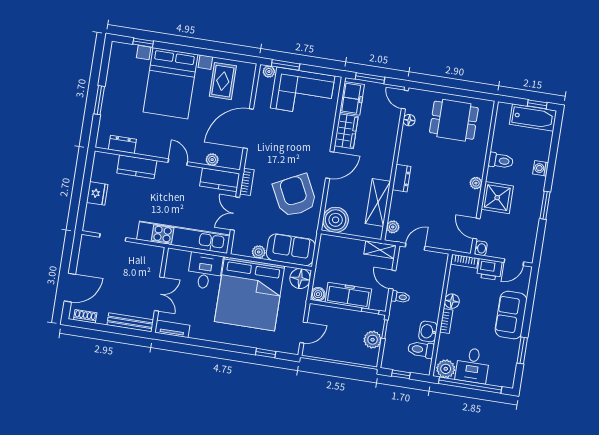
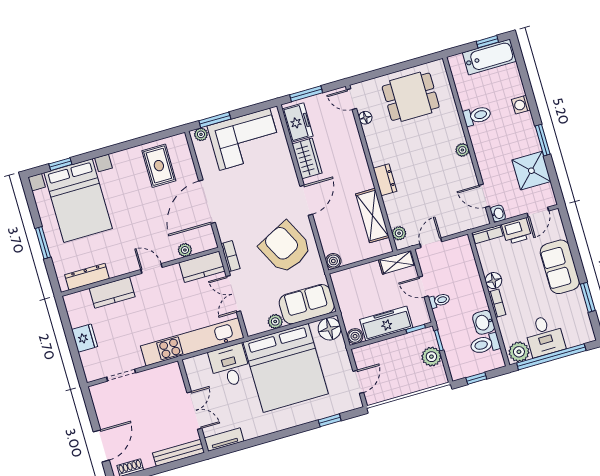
bed with nightstands: (170, 83) -> (78, 201), moved
dresser: (122, 144) -> (87, 277), width x1.44
shower: (497, 198) -> (531, 171), moved
boiler: (336, 220) -> (333, 261), width x0.54, depth x0.54

